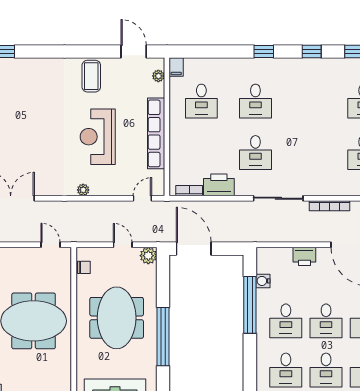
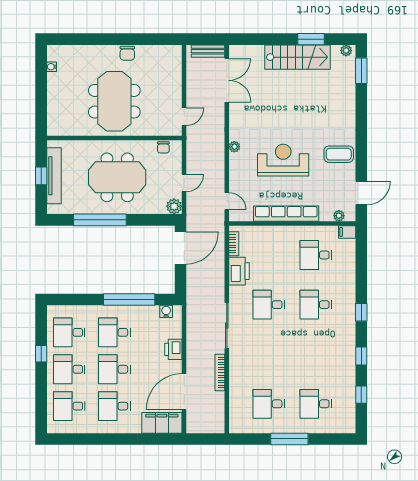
water cooler: (263, 281) -> (166, 311), moved

